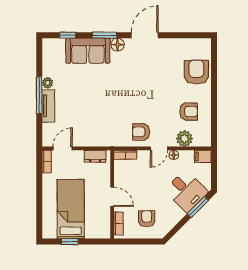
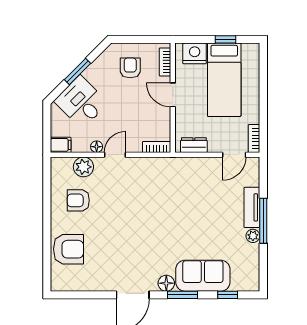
armchair: (196, 72) -> (69, 249), turned -90
armchair: (141, 132) -> (137, 175), removed
window: (198, 207) -> (78, 71), moved
armchair: (147, 219) -> (130, 68), turned 180
nightstand: (95, 230) -> (195, 53), added

